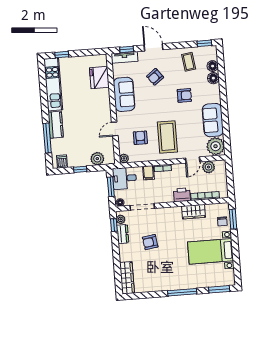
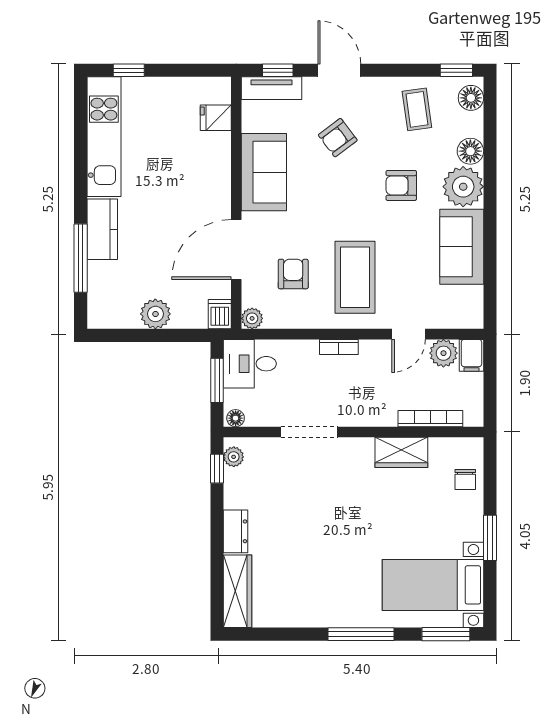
floor lamp: (213, 66) -> (471, 98), moved
fridge: (99, 77) -> (216, 118), width x0.53, depth x0.75
armchair: (184, 95) -> (401, 185), turned 180
door: (115, 129) -> (236, 249), width x1.88
plant: (216, 146) -> (463, 187), moved
plant: (97, 159) -> (155, 314), moved
dishwasher: (62, 162) -> (220, 314), moved
window: (80, 169) -> (150, 335), removed
filing cabinet: (149, 173) -> (471, 355), moved
printer: (182, 195) -> (378, 412), removed
doorway: (142, 207) -> (309, 432), moved
window: (233, 219) -> (490, 538), moved
dresser: (123, 234) -> (236, 531), moved
armchair: (150, 242) -> (297, 514), removed
bed with nightstands: (211, 251) -> (433, 585), moved

